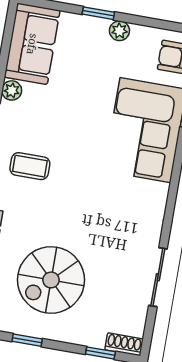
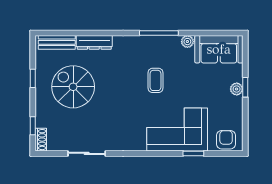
plant: (119, 31) -> (237, 89), moved
coffee table: (30, 166) -> (155, 80), moved

